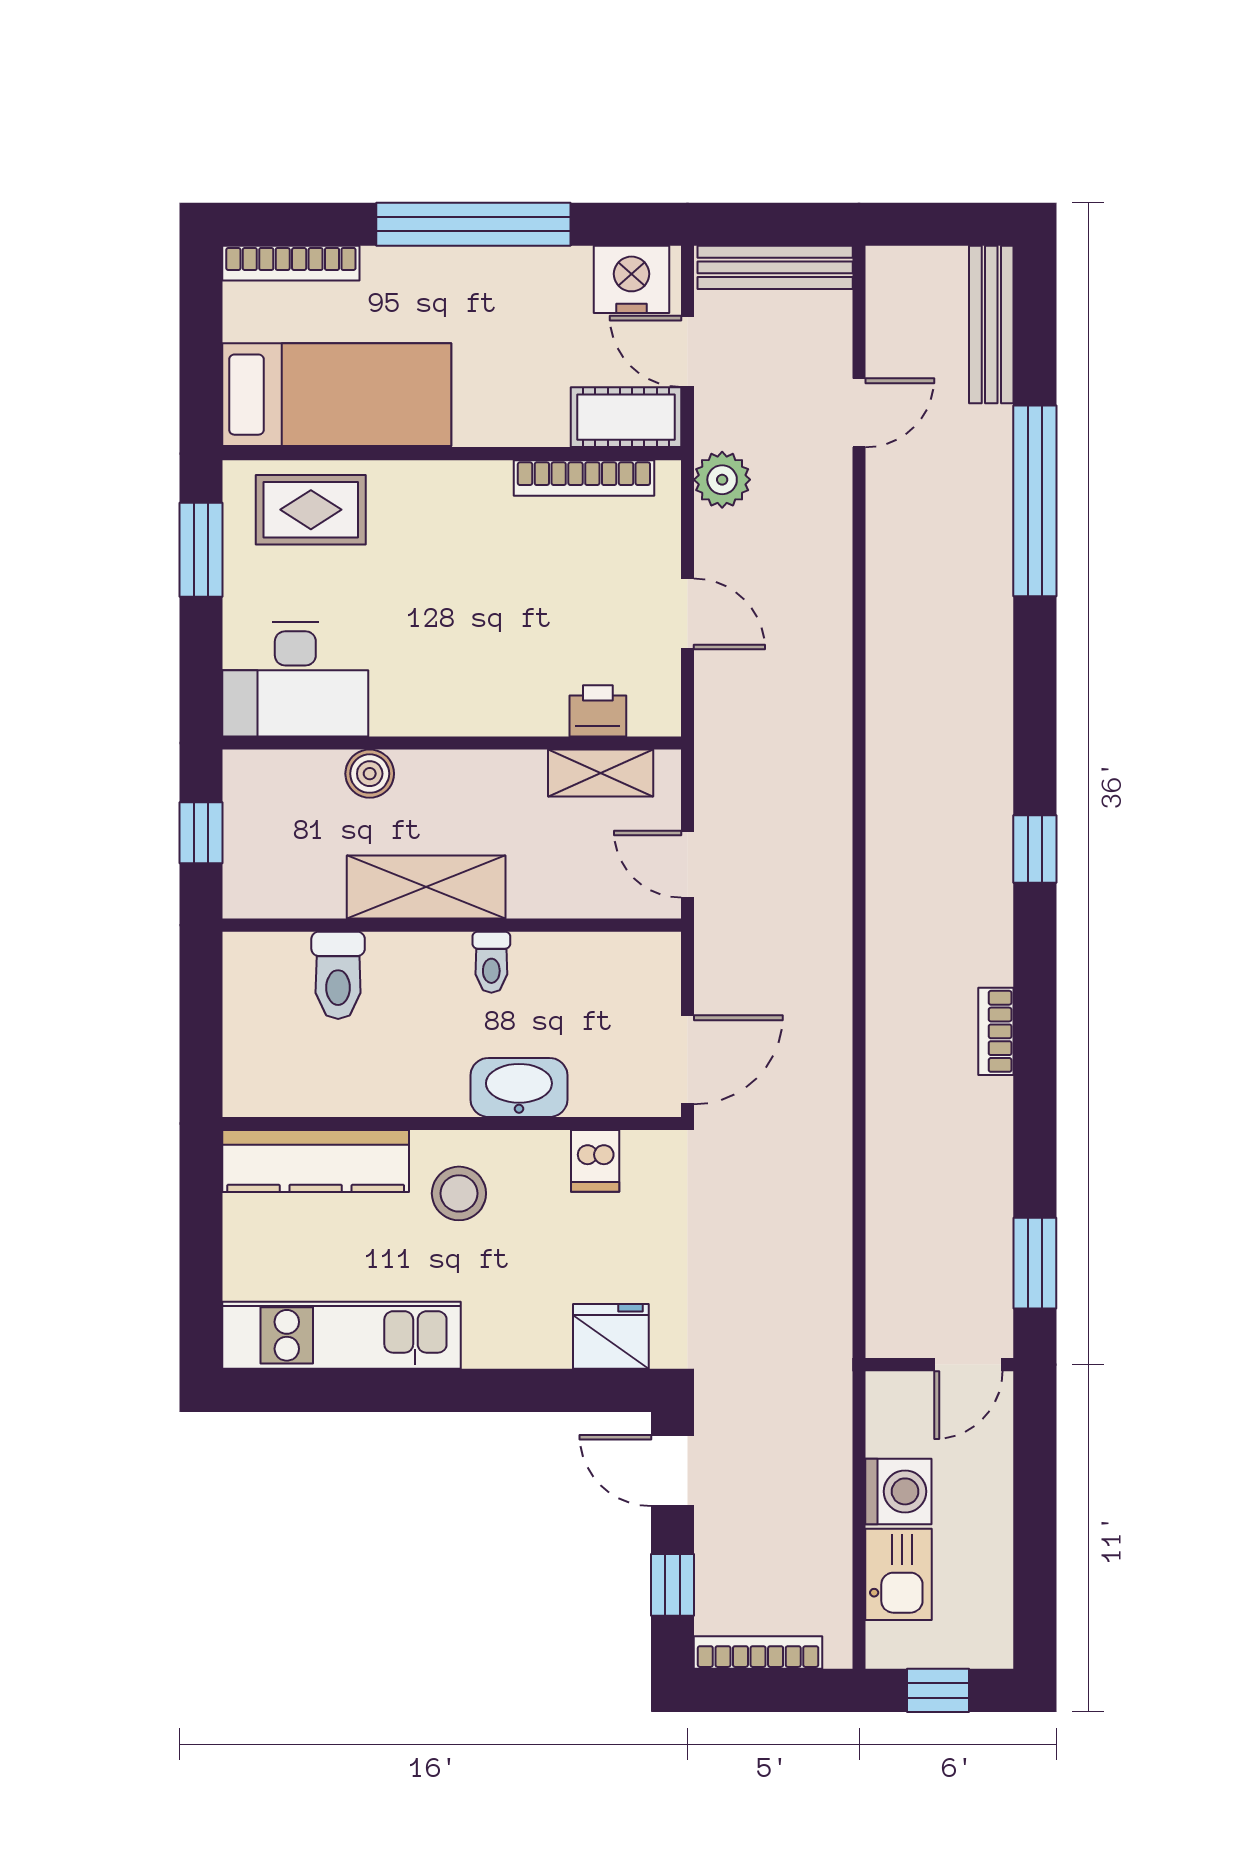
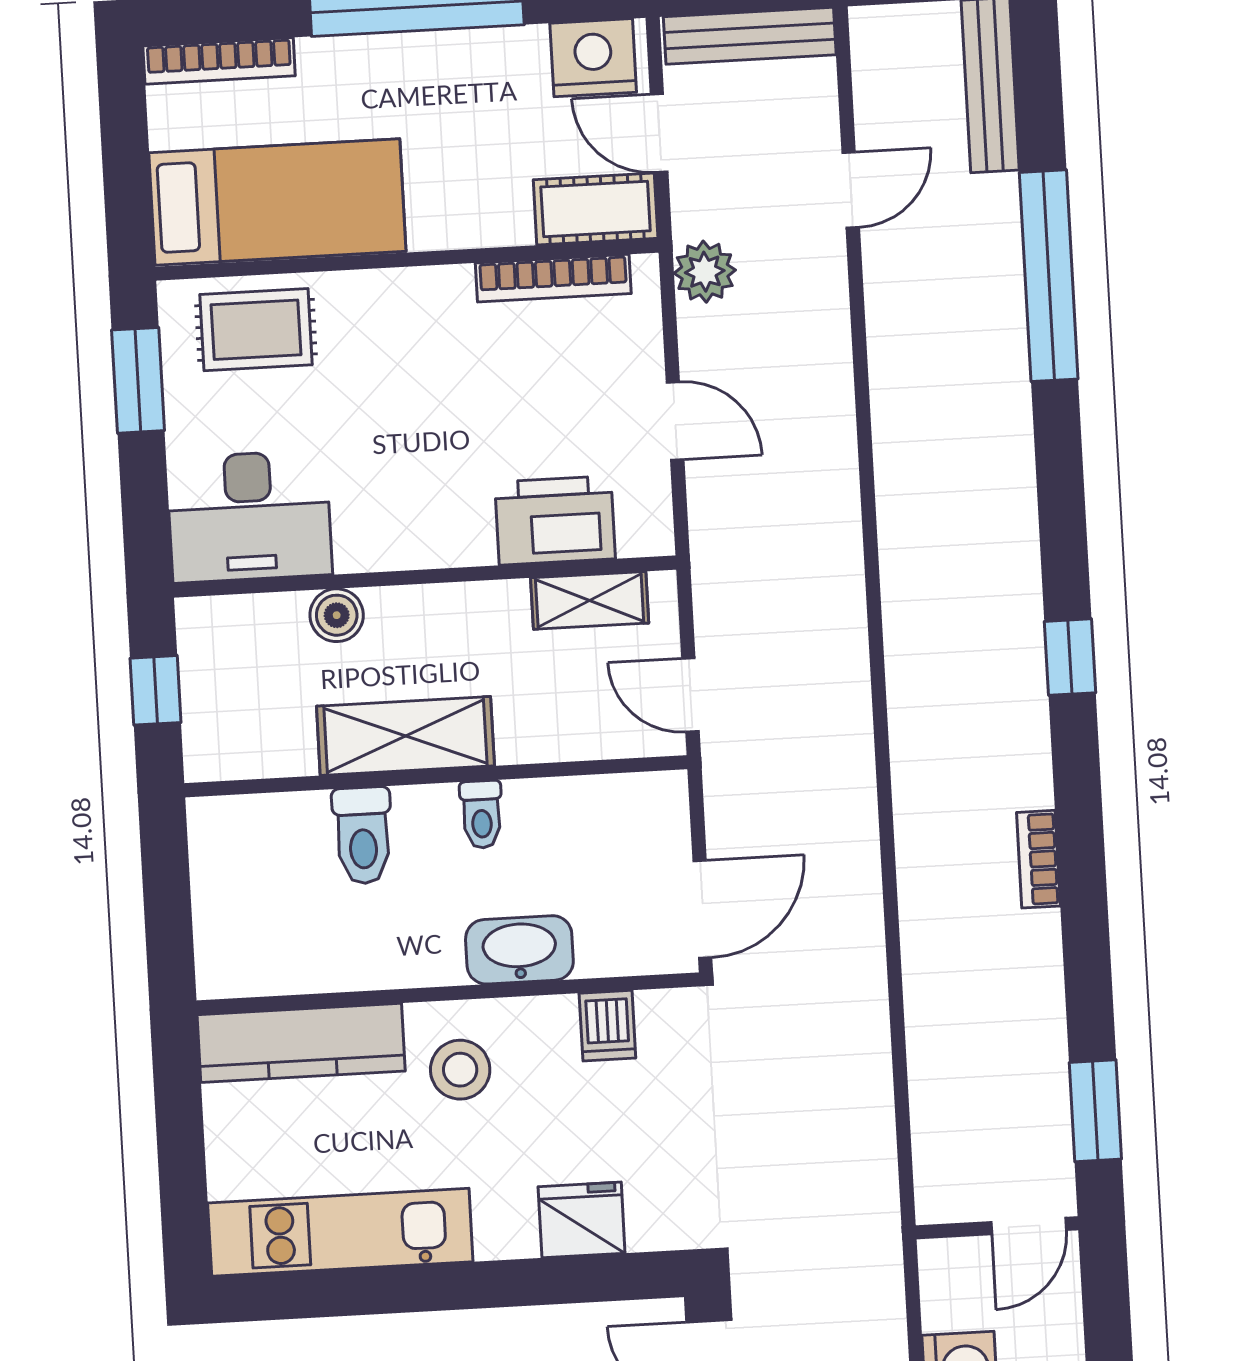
printer: (598, 711) -> (555, 520), width x1.87, depth x1.48
toilet: (338, 975) -> (363, 835), moved
fridge: (611, 1336) -> (582, 1220), moved

